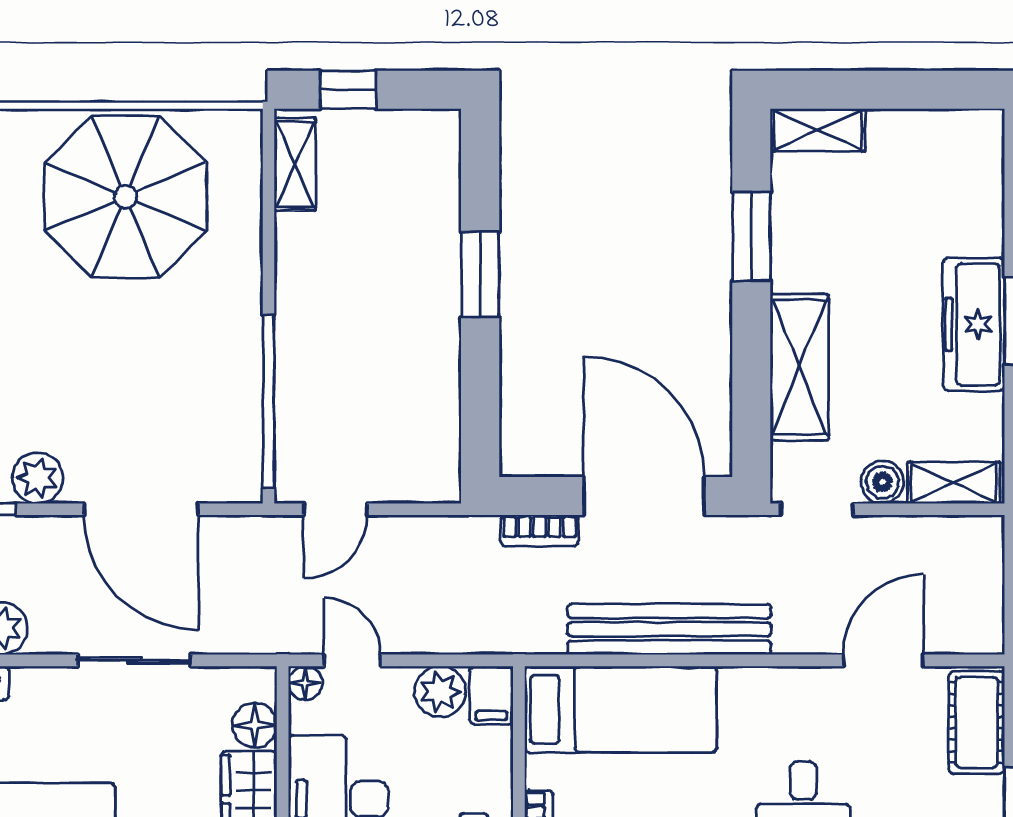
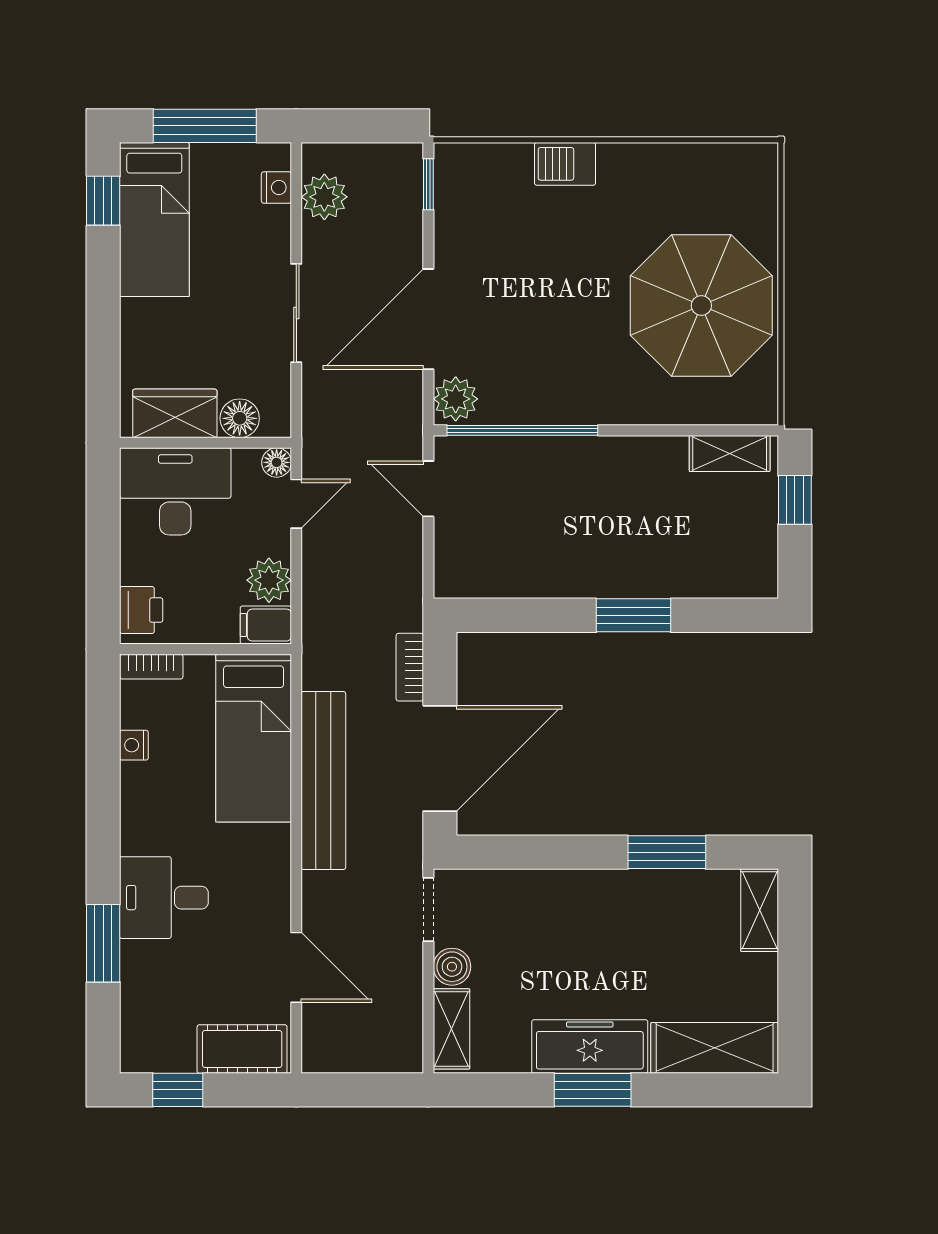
shelving: (799, 367) -> (715, 1048), moved
plant: (38, 478) -> (456, 399), moved

